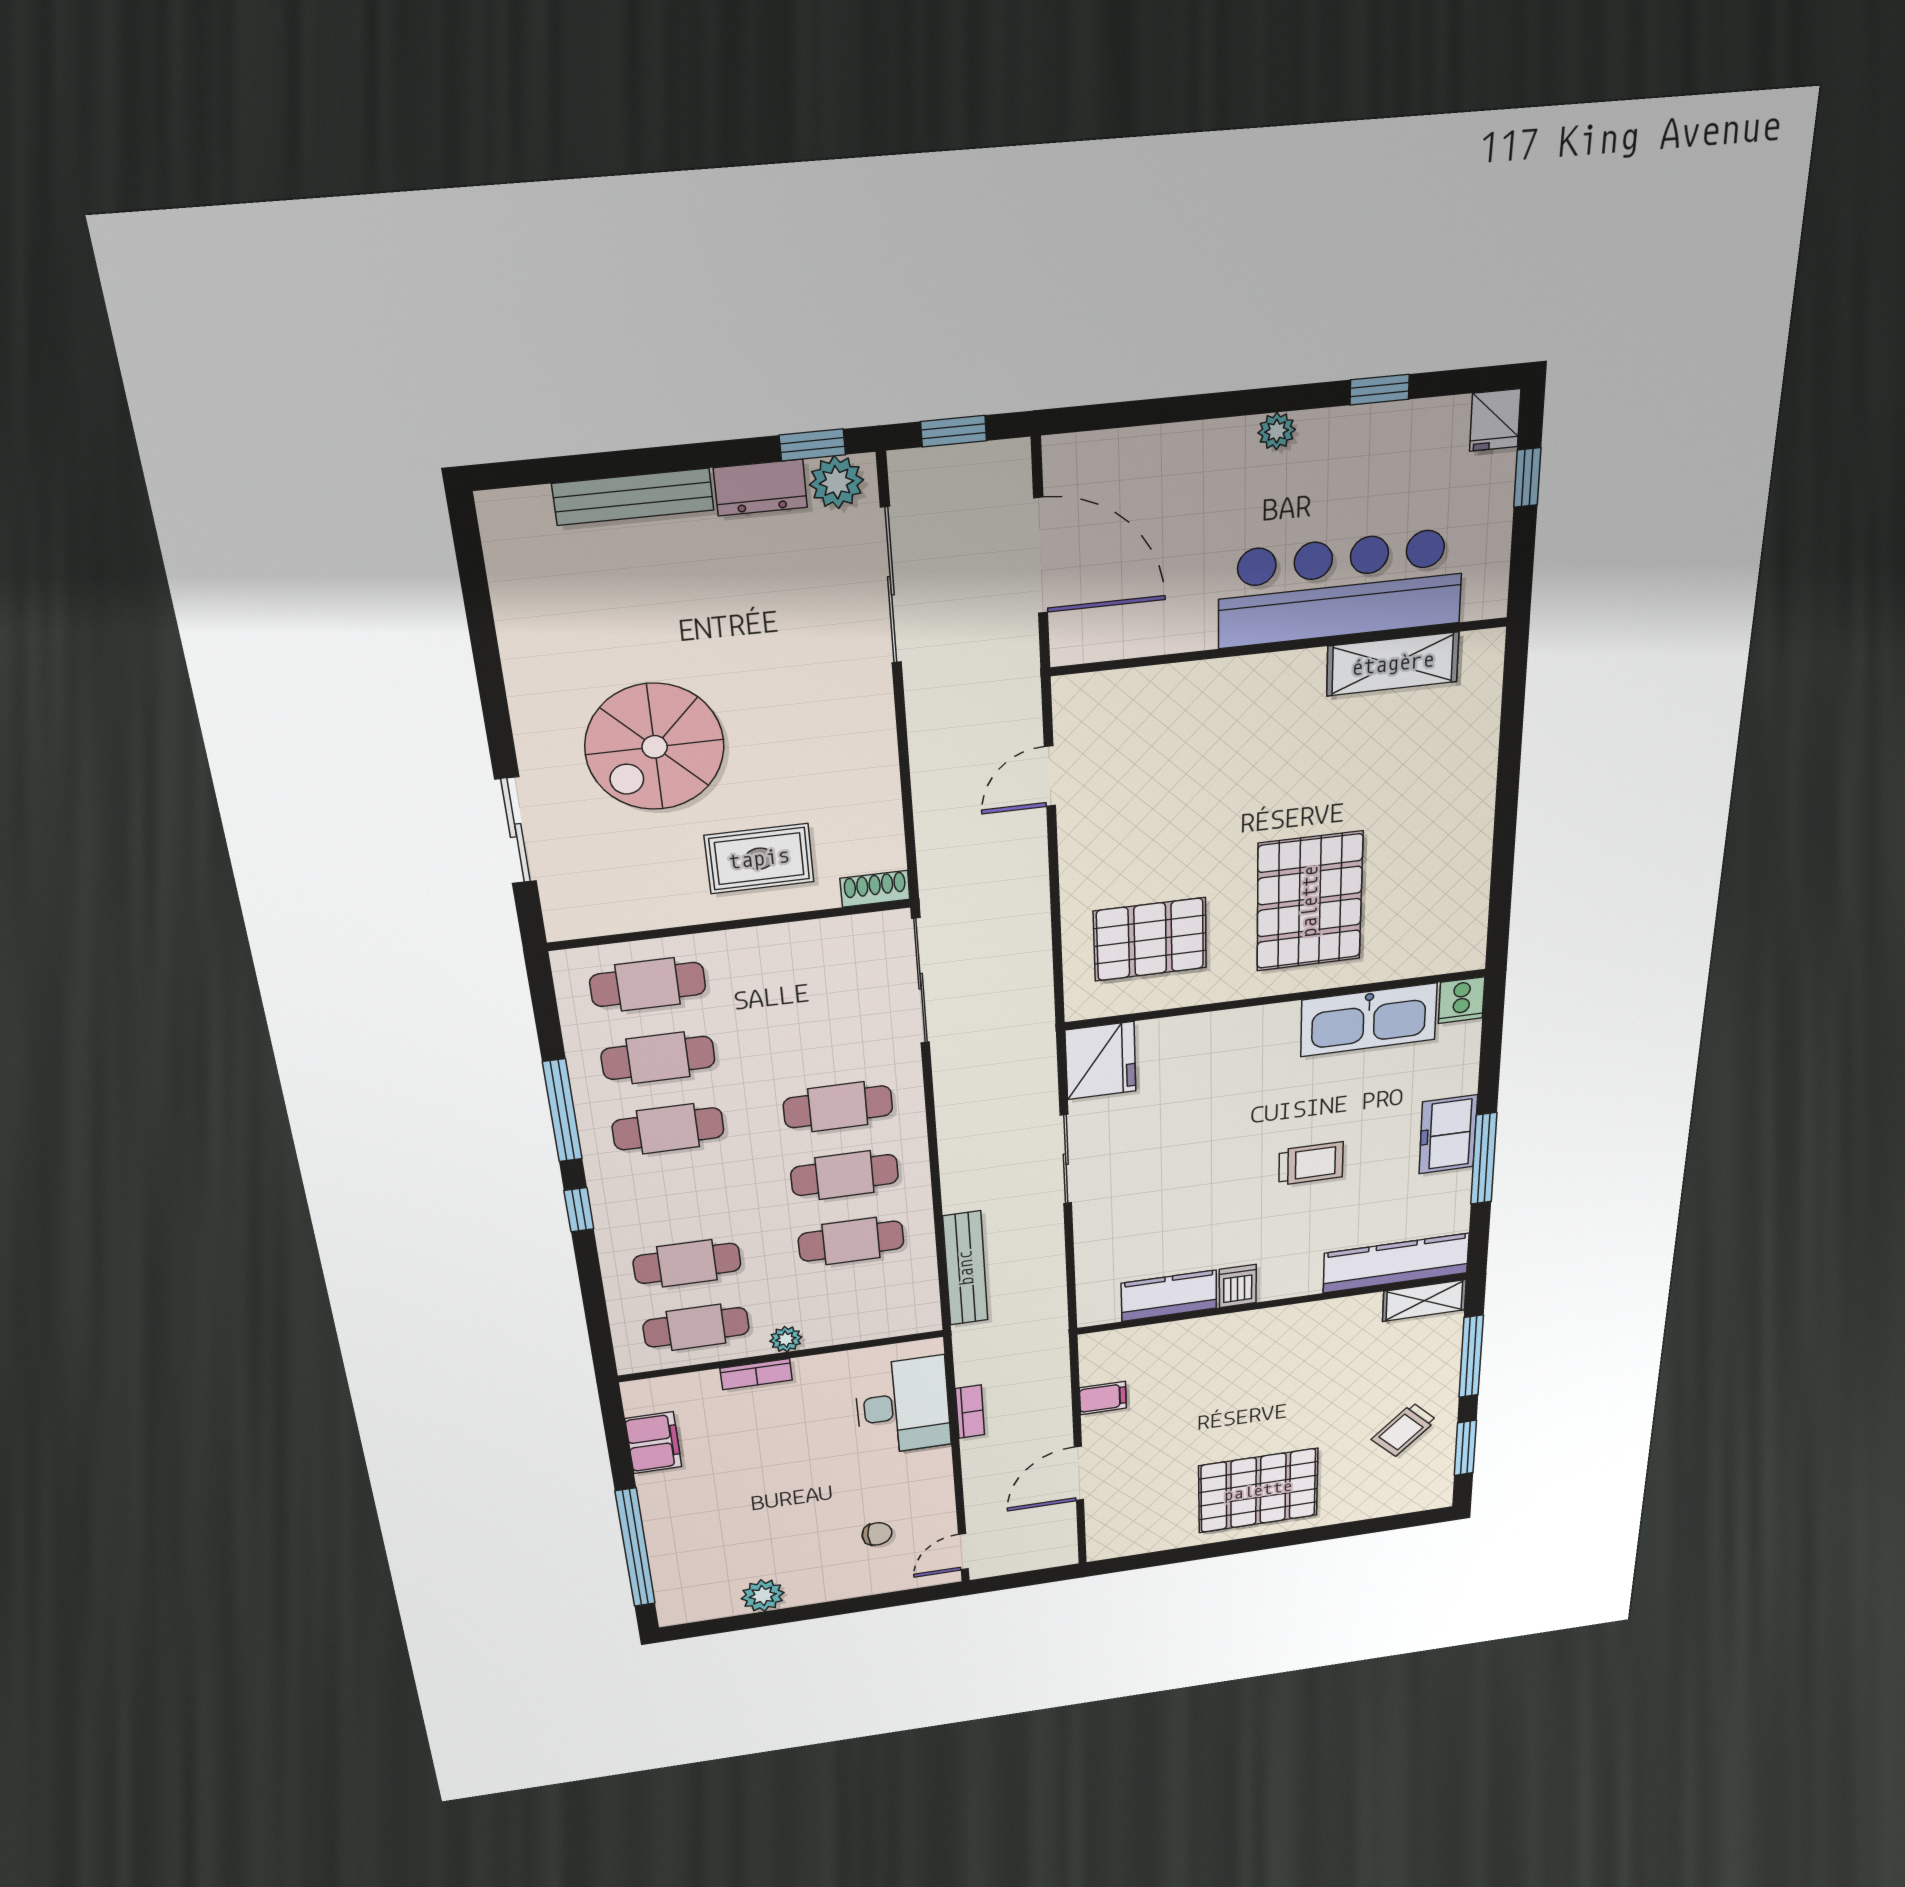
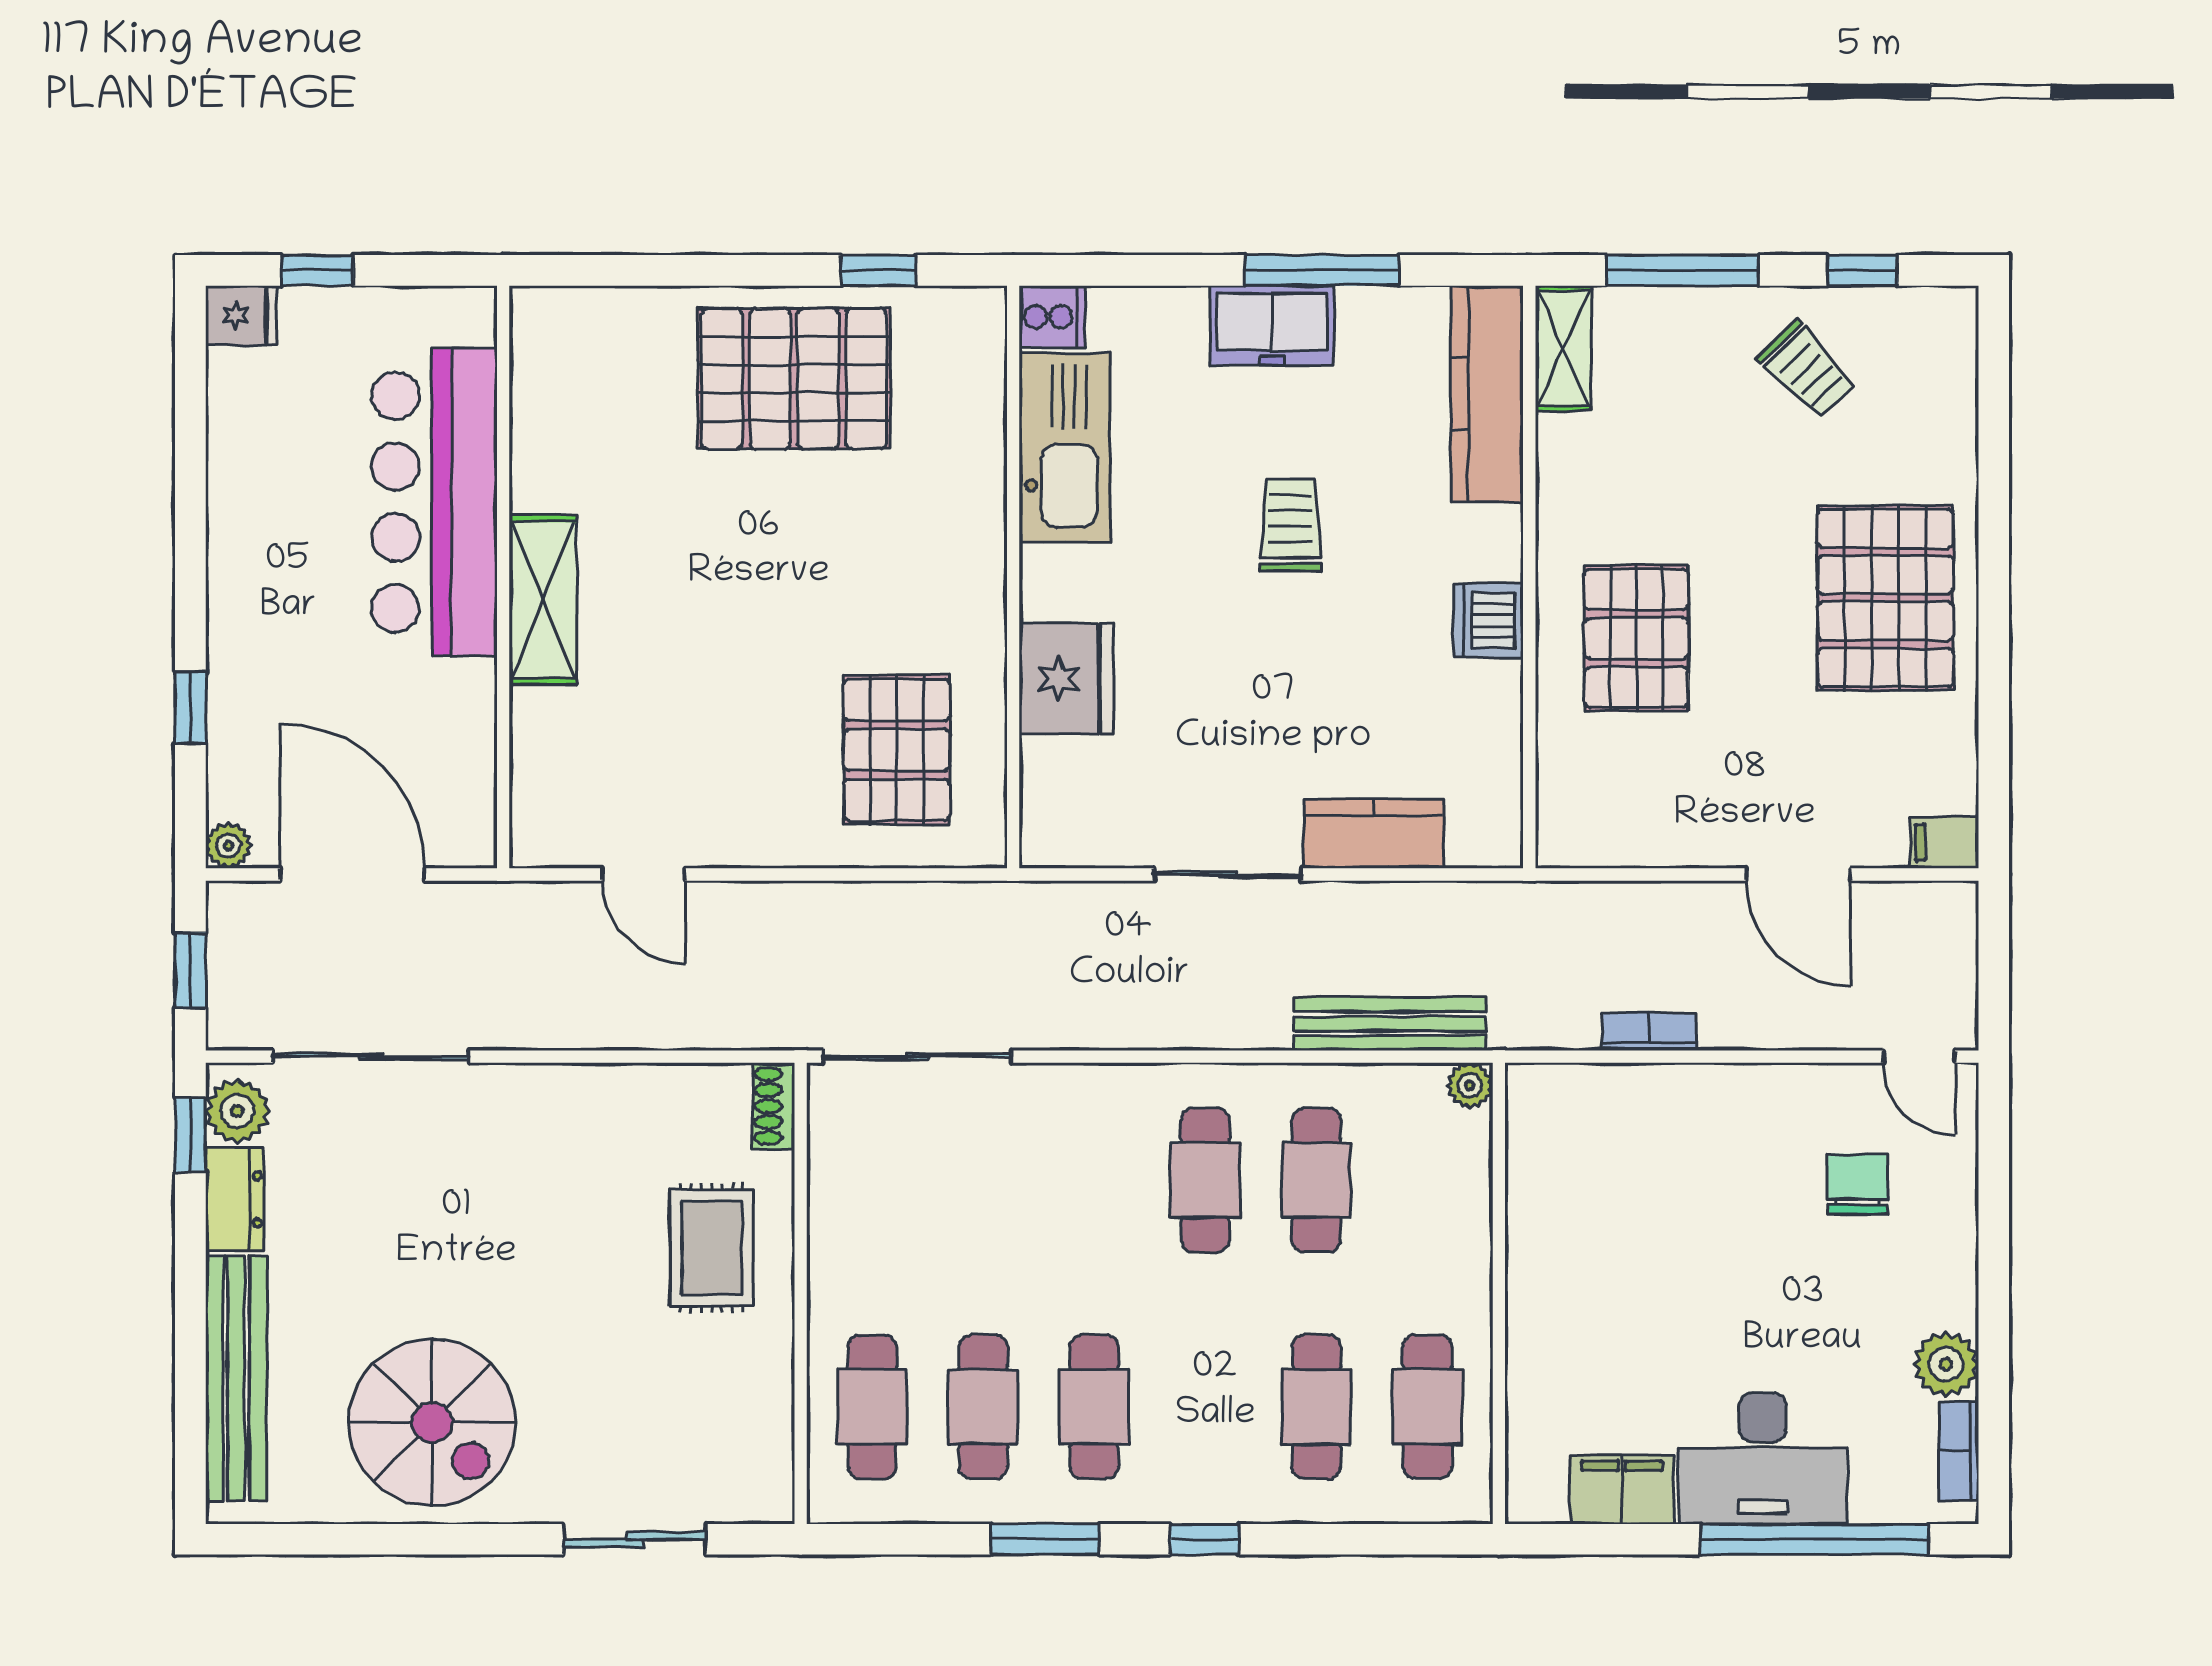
window: (1380, 390) -> (190, 707), moved
plant: (1277, 431) -> (228, 846), moved
bench: (633, 497) -> (236, 1379), width x1.37, depth x1.21
door: (1041, 556) -> (352, 874), hinge flipped
shelving: (1393, 664) -> (543, 600), moved
spiral stairs: (655, 747) -> (432, 1422), moved
window: (1501, 884) -> (879, 270), added
pallet: (1310, 902) -> (794, 379), moved
fridge: (1101, 1061) -> (1066, 679), moved, turned 90
cafe table: (838, 1107) -> (1094, 1180), removed
window: (562, 1111) -> (1045, 1539), width x0.69
dishwasher: (1238, 1286) -> (1488, 620), width x1.38
kitchen counter: (1169, 1296) -> (1374, 834), moved, turned 90
plant: (786, 1339) -> (1470, 1086), moved
pallet: (1232, 1367) -> (1636, 638), added
bookcase: (756, 1374) -> (1959, 1451), moved, turned 180
filing cabinet: (1103, 1398) -> (1944, 843), moved, turned -90
desk: (903, 1406) -> (1763, 1458), moved, turned 180
window: (1465, 1448) -> (1862, 270), width x0.67
chair: (877, 1534) -> (1858, 1184), width x1.37, depth x1.37

